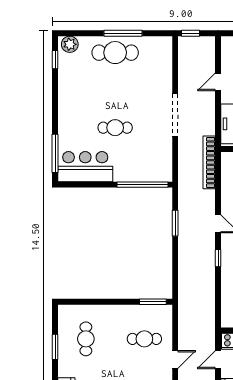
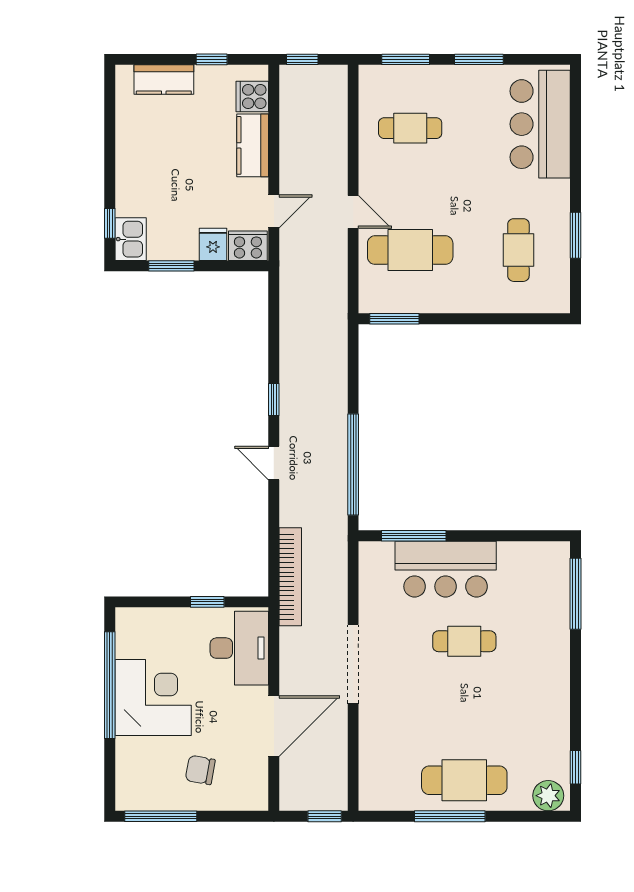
door: (218, 82) -> (274, 726), width x1.87
bar counter: (85, 167) -> (446, 569), moved
window: (142, 185) -> (414, 536), width x0.68
window: (175, 223) -> (353, 465), width x2.11
cafe table: (144, 339) -> (410, 250), width x1.37, depth x1.35
door: (175, 359) -> (353, 212), swing flipped

